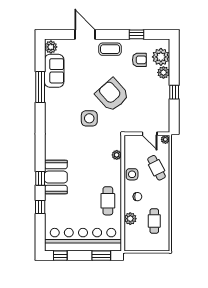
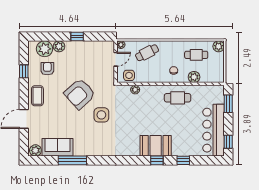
side table: (132, 174) -> (129, 75), moved
bar counter: (83, 240) -> (214, 130), width x0.73
plant: (164, 245) -> (219, 46), added

